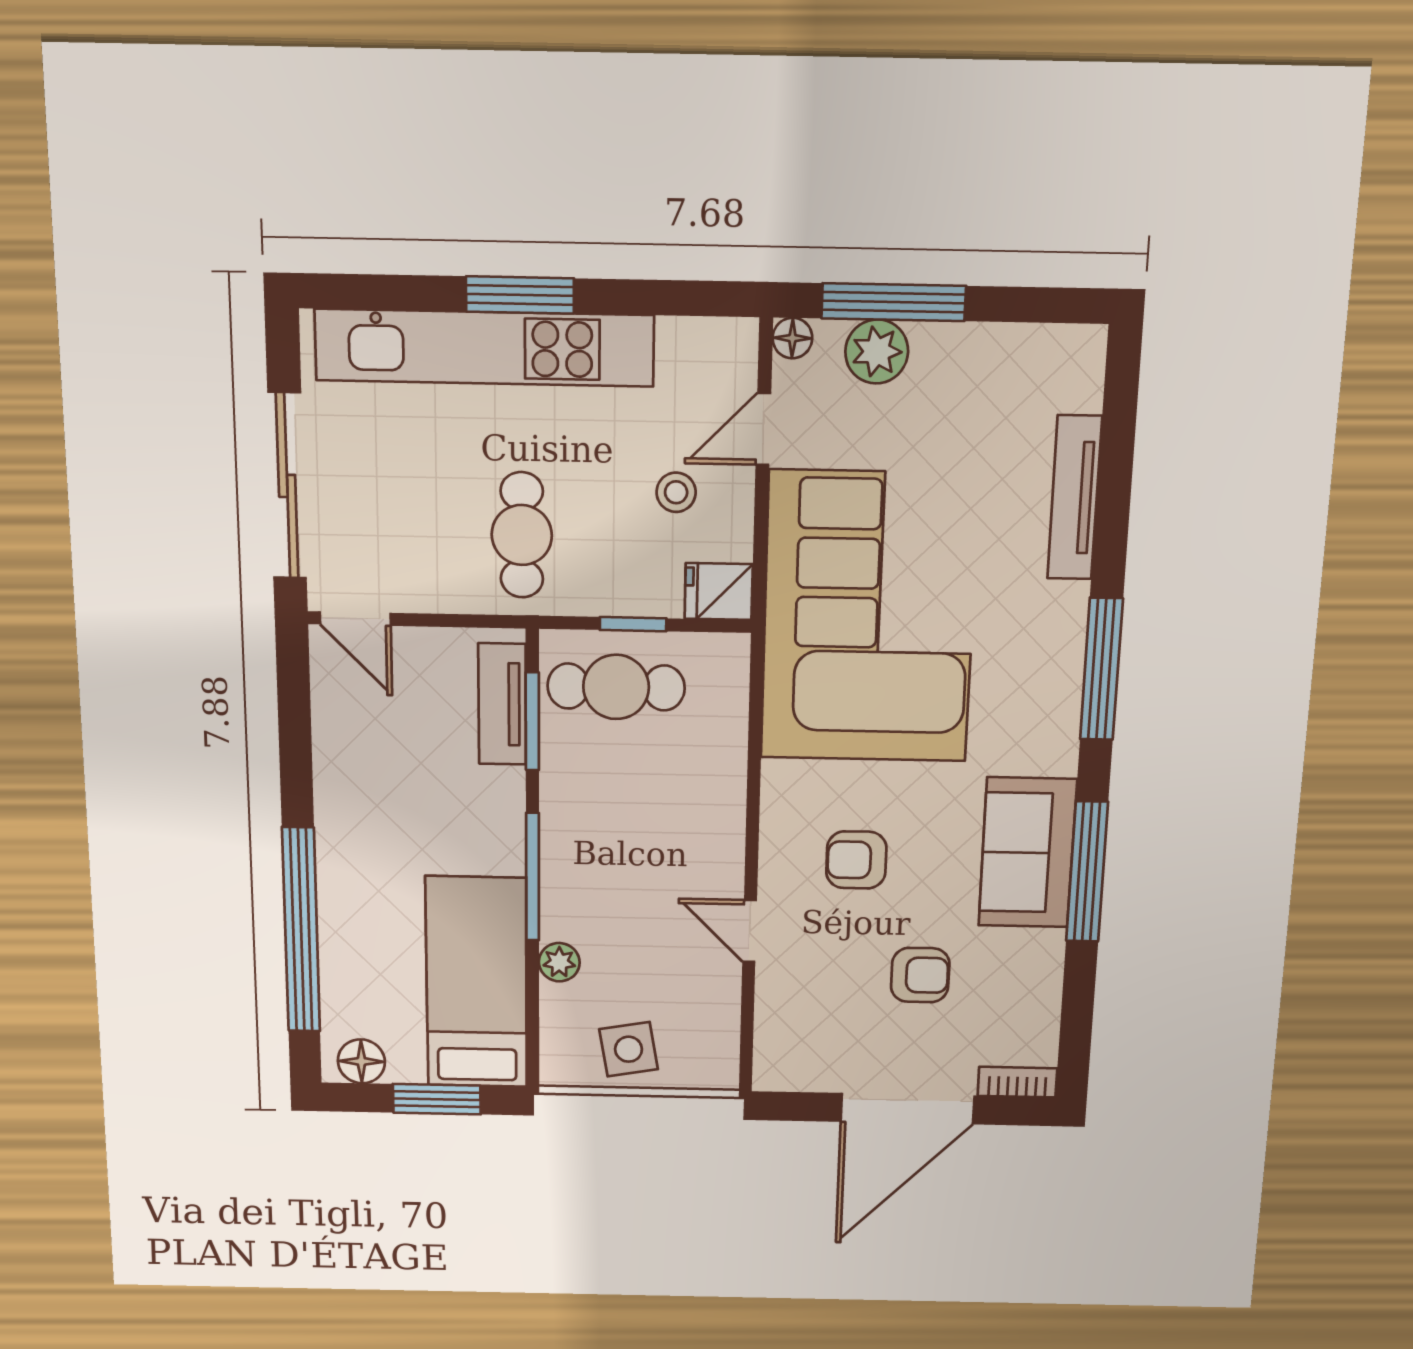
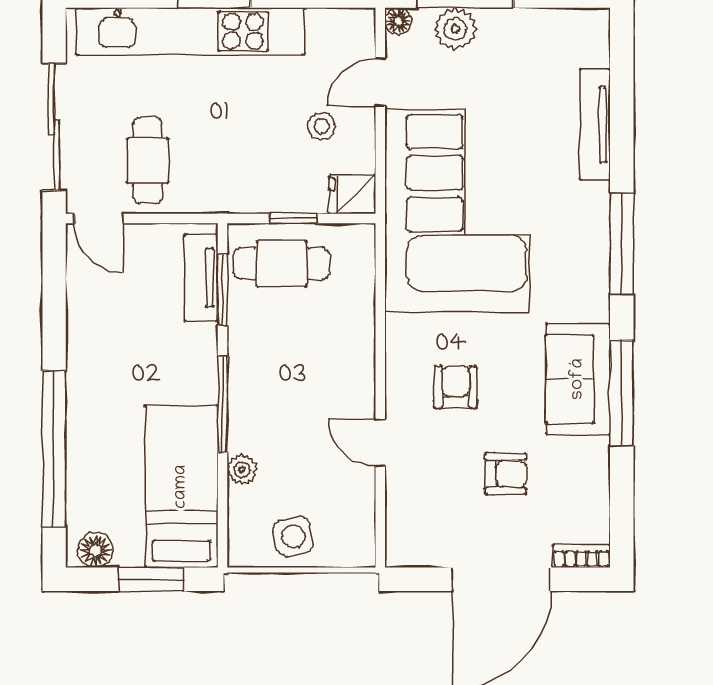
cafe table: (522, 535) -> (148, 160), moved
armchair: (856, 860) -> (455, 387), turned 90

